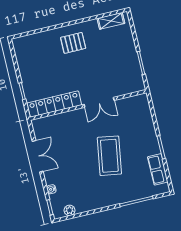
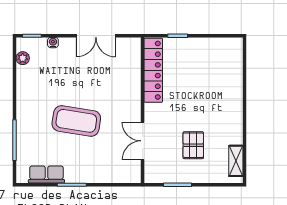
pallet: (73, 43) -> (193, 145), moved
double door: (99, 102) -> (143, 141), moved

